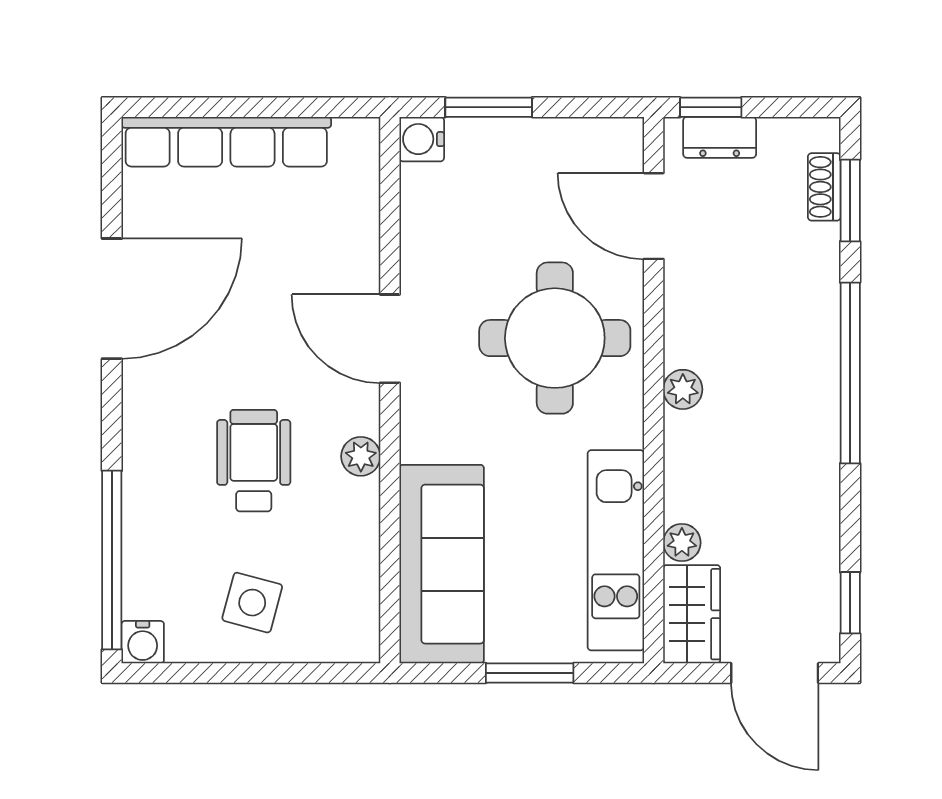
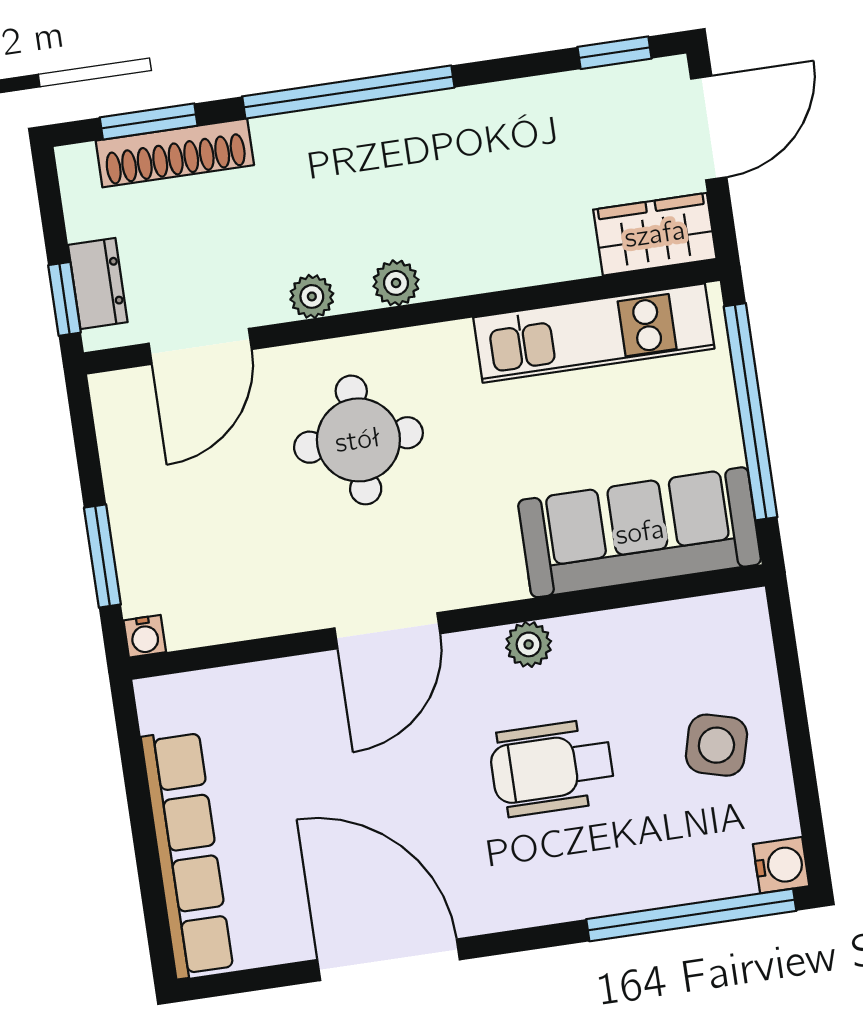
water cooler: (422, 139) -> (145, 636), width x0.72, depth x0.72
shoe rack: (824, 187) -> (175, 153), width x1.94, depth x1.24
round table: (555, 338) -> (358, 440), width x0.73, depth x0.73
plant: (682, 543) -> (312, 296), moved
window: (530, 673) -> (751, 412), width x2.11

